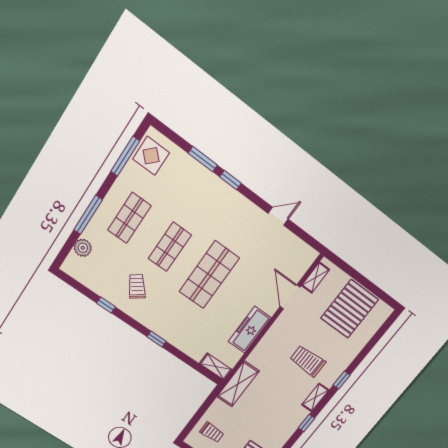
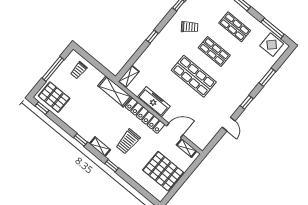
window: (230, 180) -> (247, 102), moved
locker: (270, 340) -> (145, 116), added
trolley: (308, 361) -> (128, 142), turned 180

